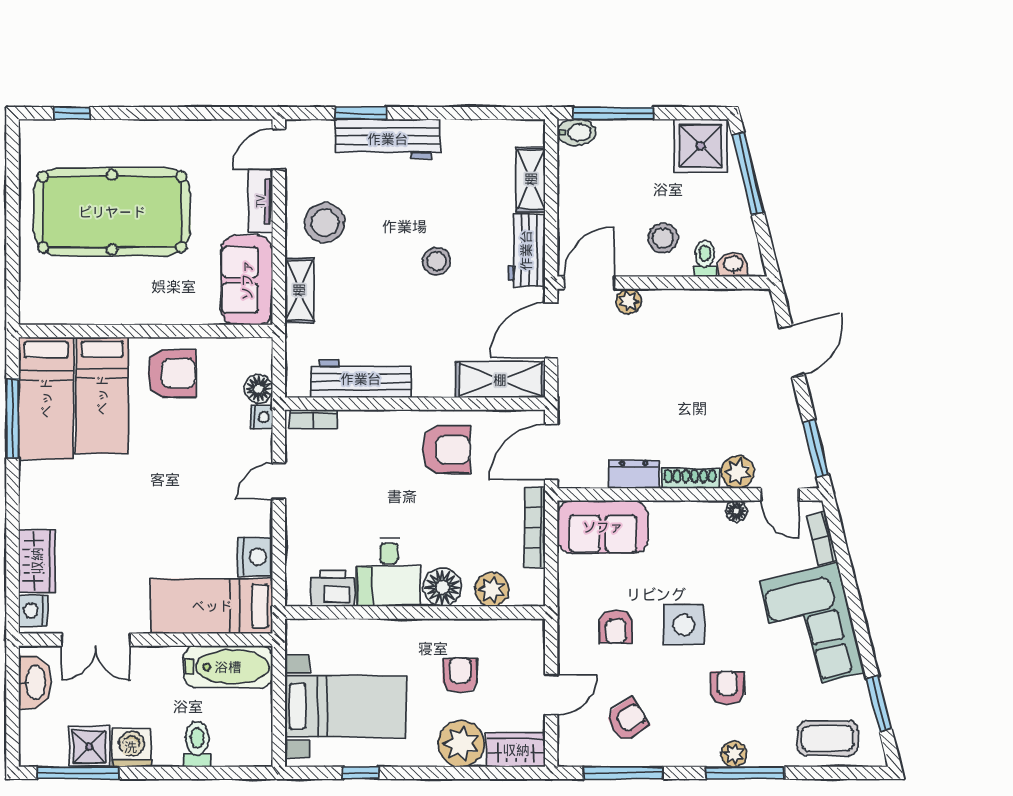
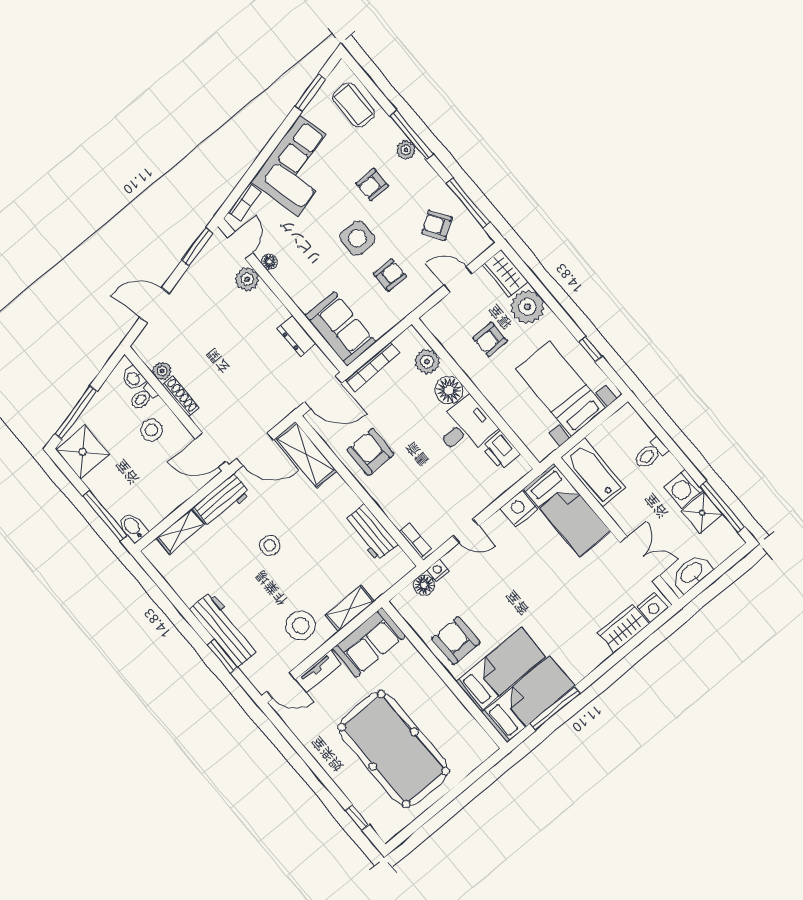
plant: (629, 301) -> (162, 371), moved
workbench: (361, 379) -> (371, 533), width x0.73
shoe rack: (690, 479) -> (181, 397), moved, turned 180

